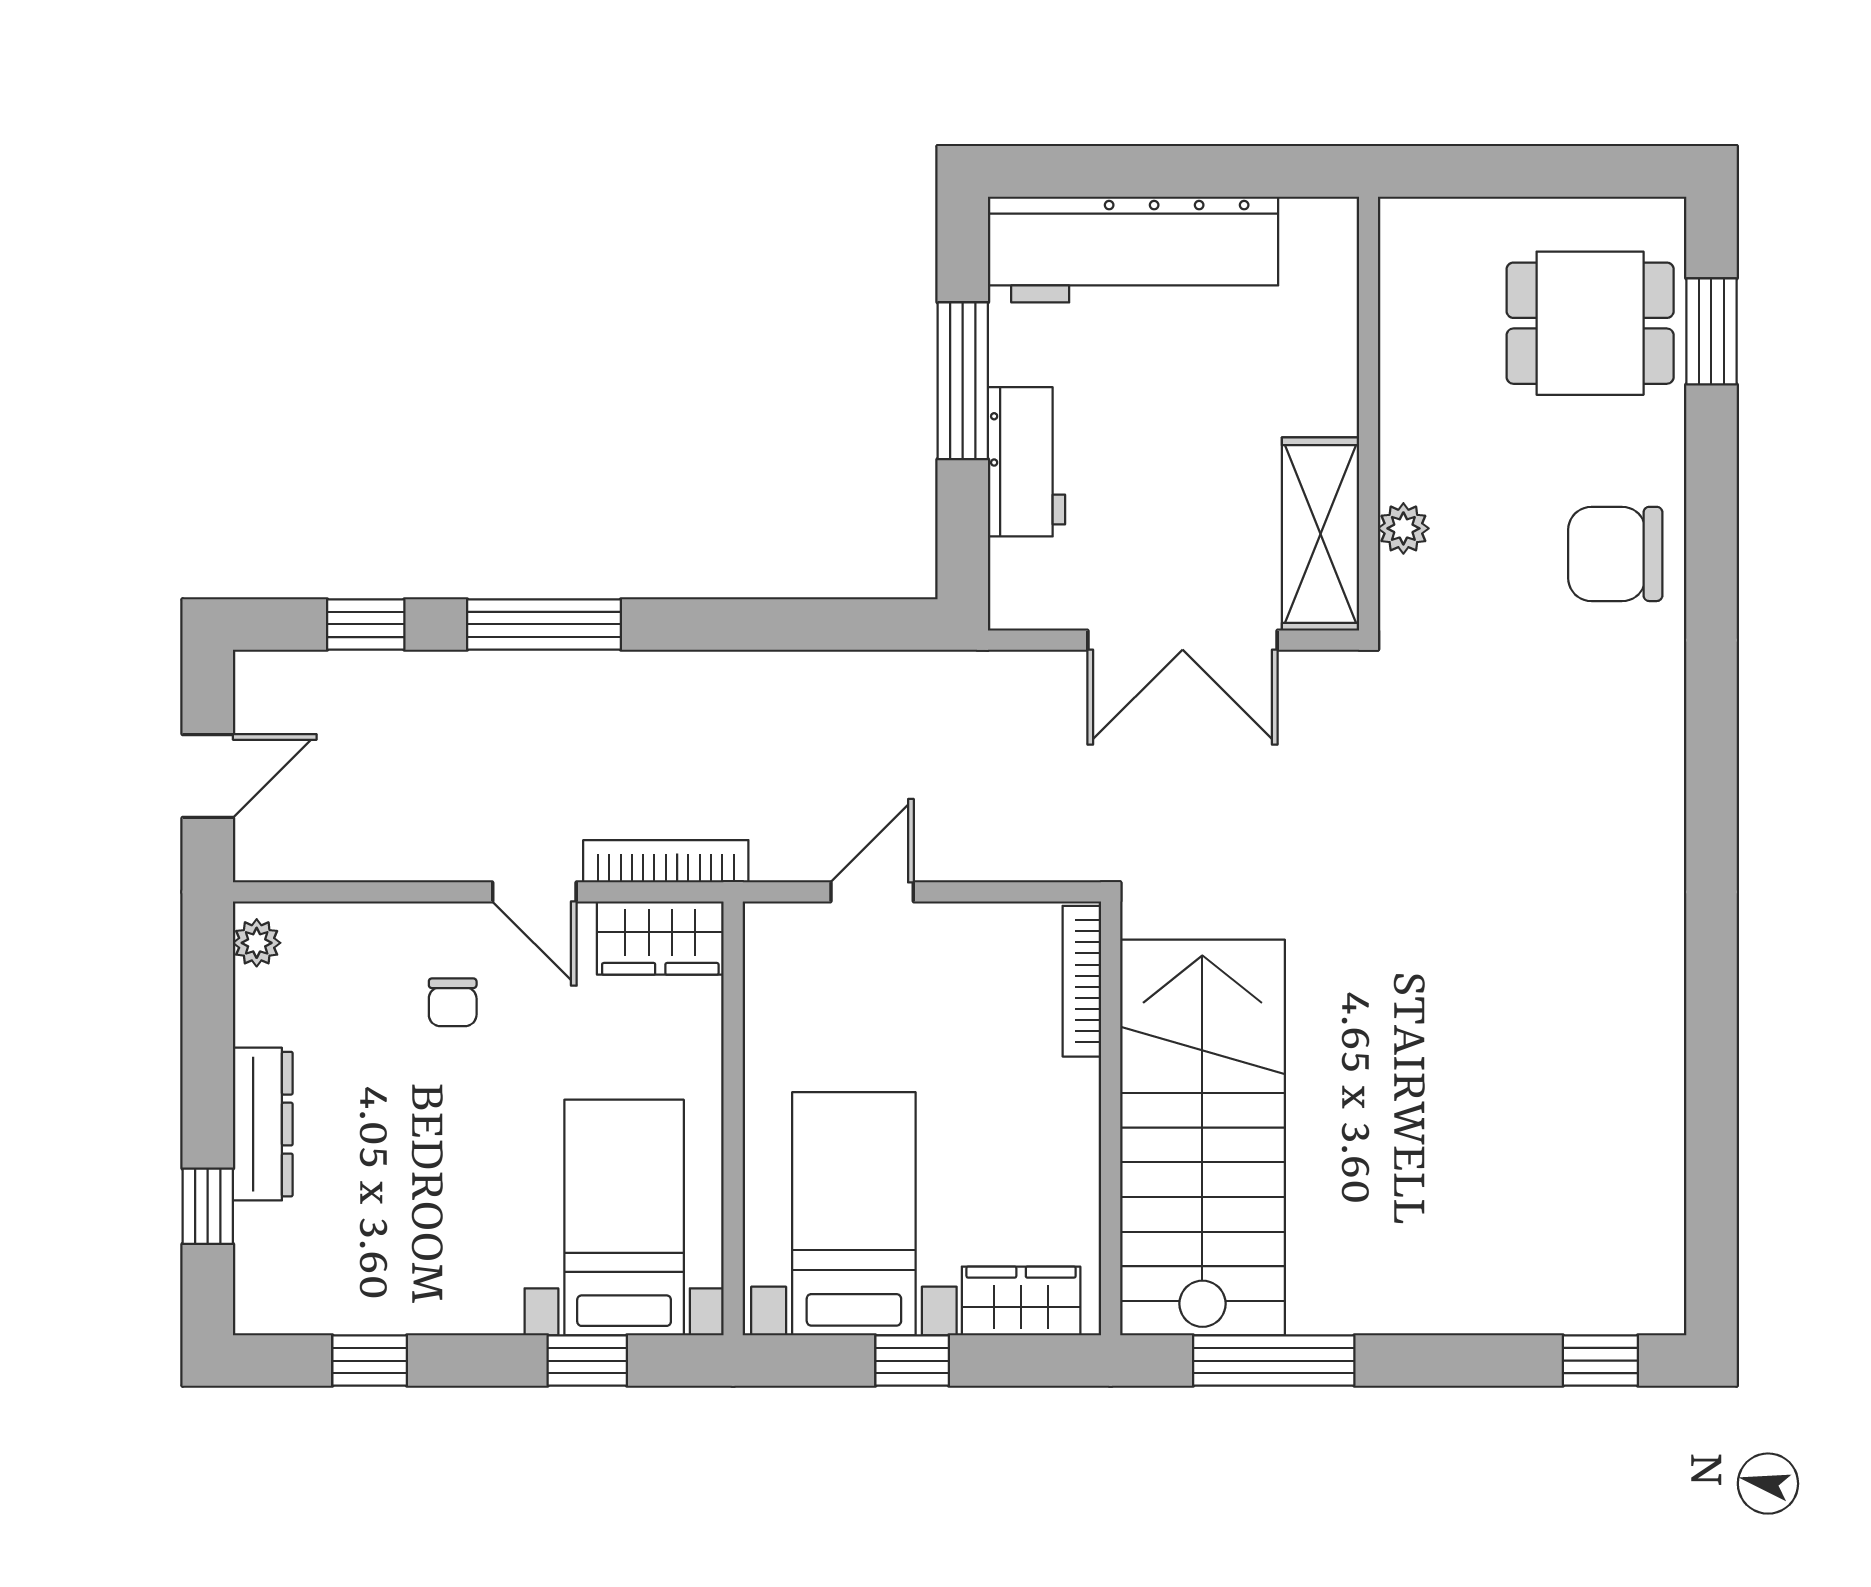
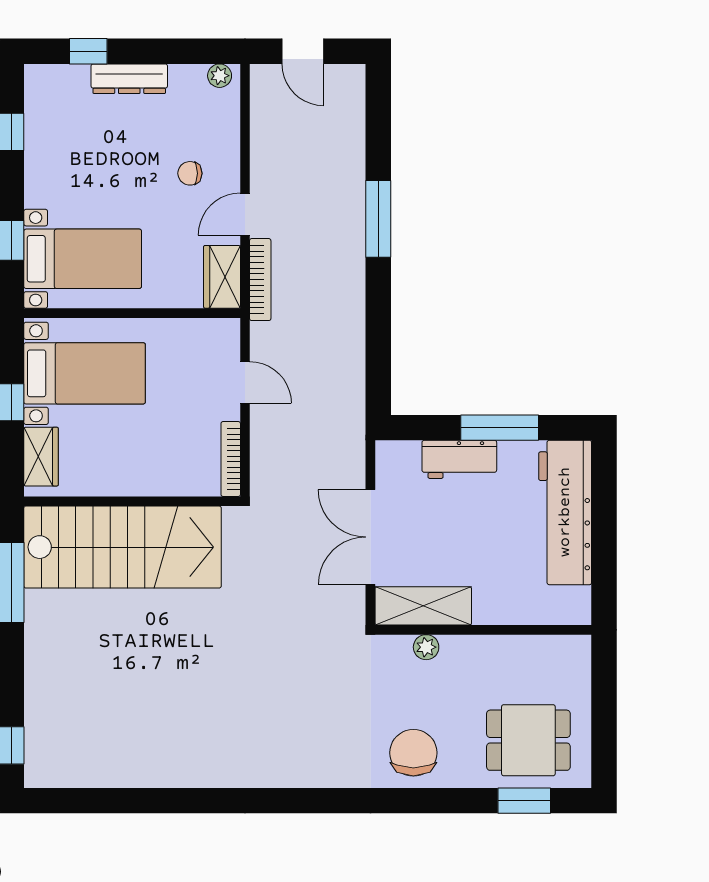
dining table: (1590, 323) -> (528, 740), turned 90
window: (366, 624) -> (378, 130), removed
bookcase: (1082, 981) -> (231, 459), moved, turned -90

